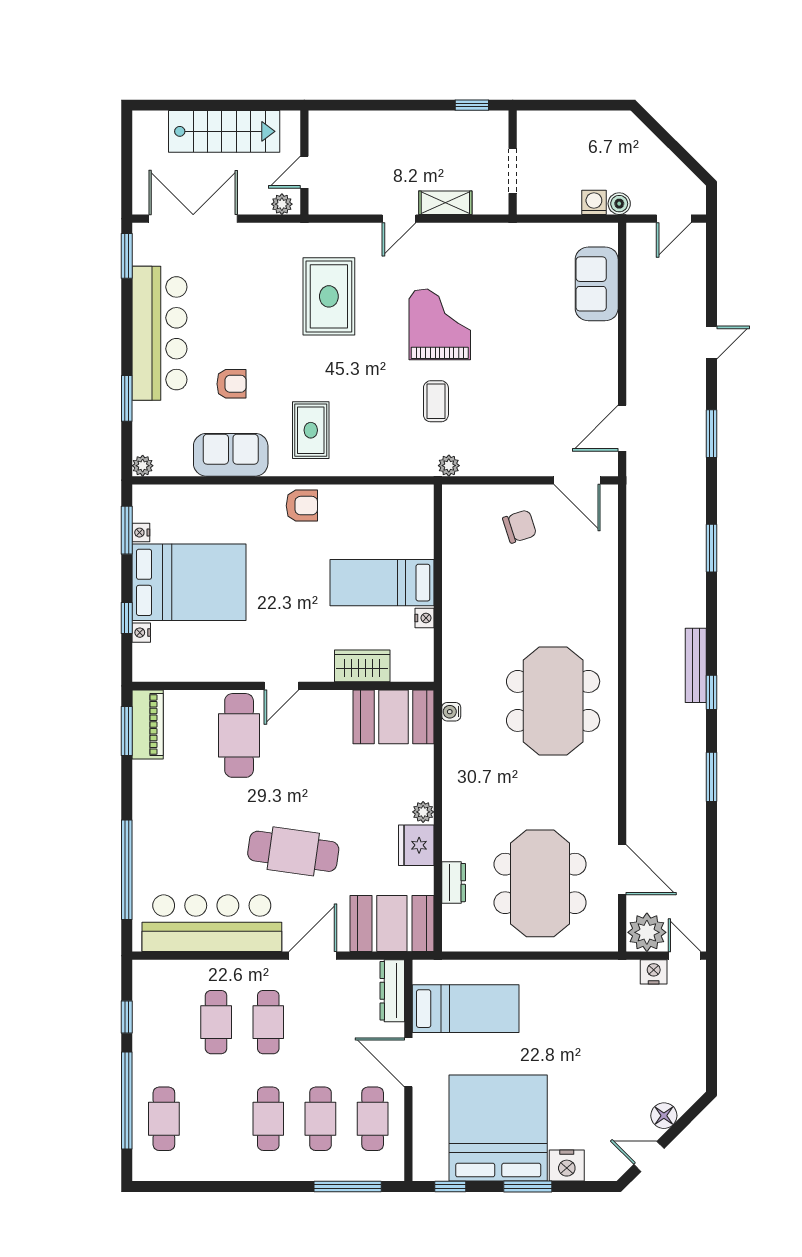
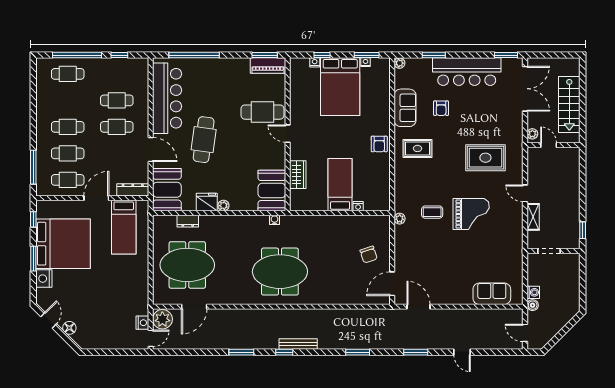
nightstand: (424, 618) -> (358, 206), moved

